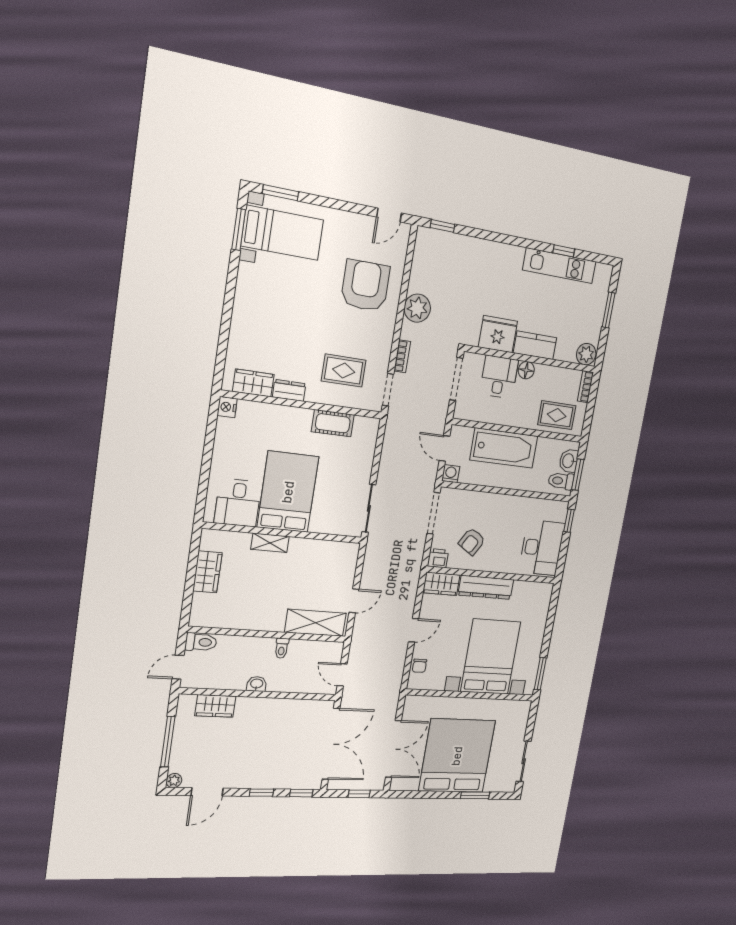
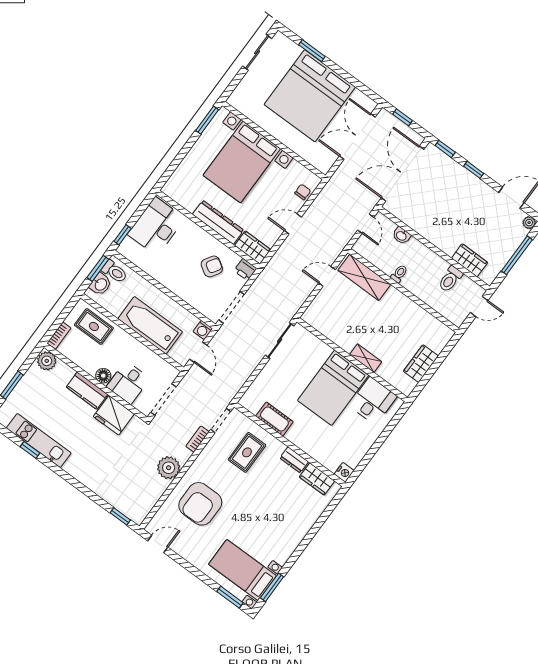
rug: (344, 371) -> (247, 452), turned 90
toilet: (201, 642) -> (450, 279), moved, turned -90
washbasin: (257, 684) -> (402, 236), moved

